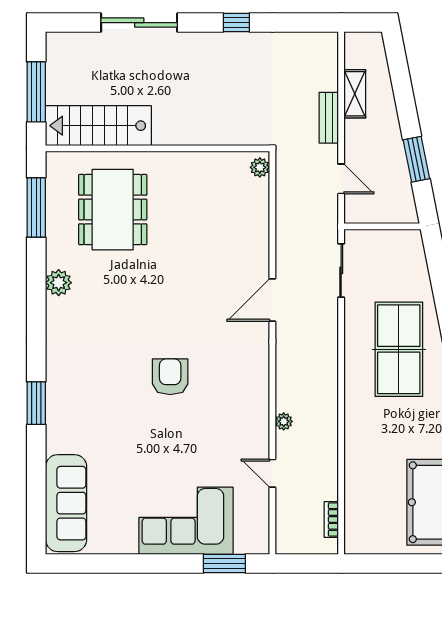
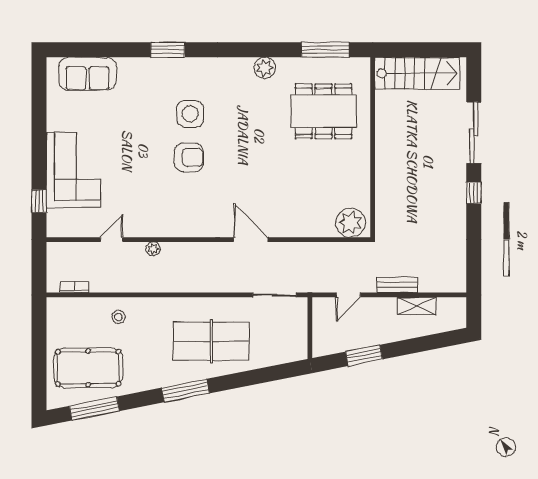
window: (236, 23) -> (474, 193), moved
window: (36, 92) -> (418, 50), removed
stairs: (98, 126) -> (417, 73), moved, turned 90
plant: (260, 167) -> (350, 223), width x1.87, depth x1.87
side table: (116, 375) -> (190, 114), added
stool: (369, 465) -> (118, 317), added
sofa: (66, 503) -> (87, 74), width x0.73
window: (224, 563) -> (39, 201), width x0.67

